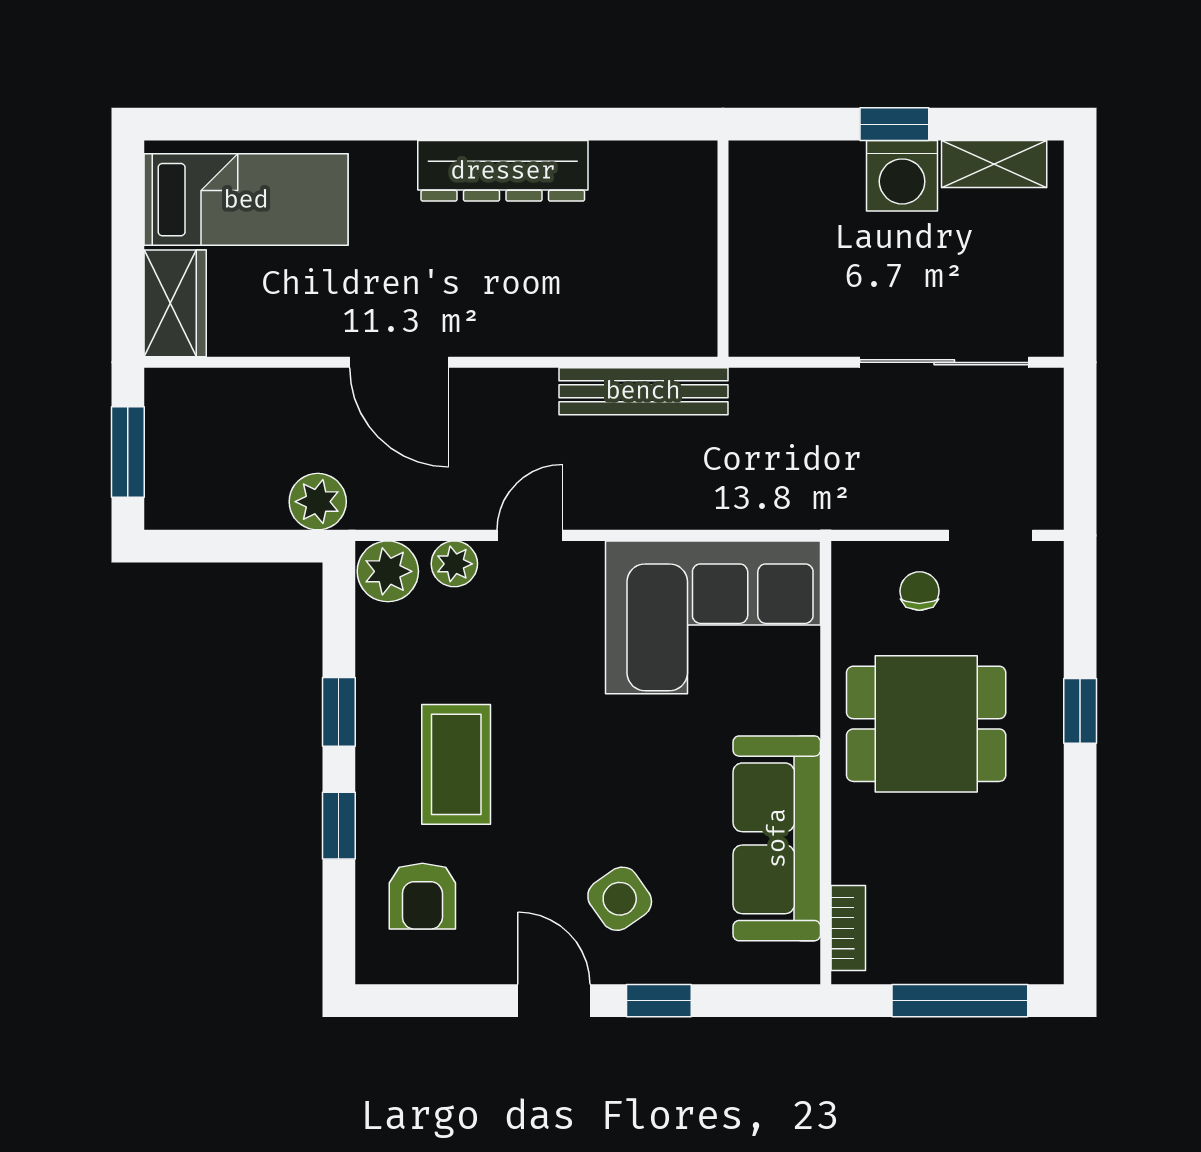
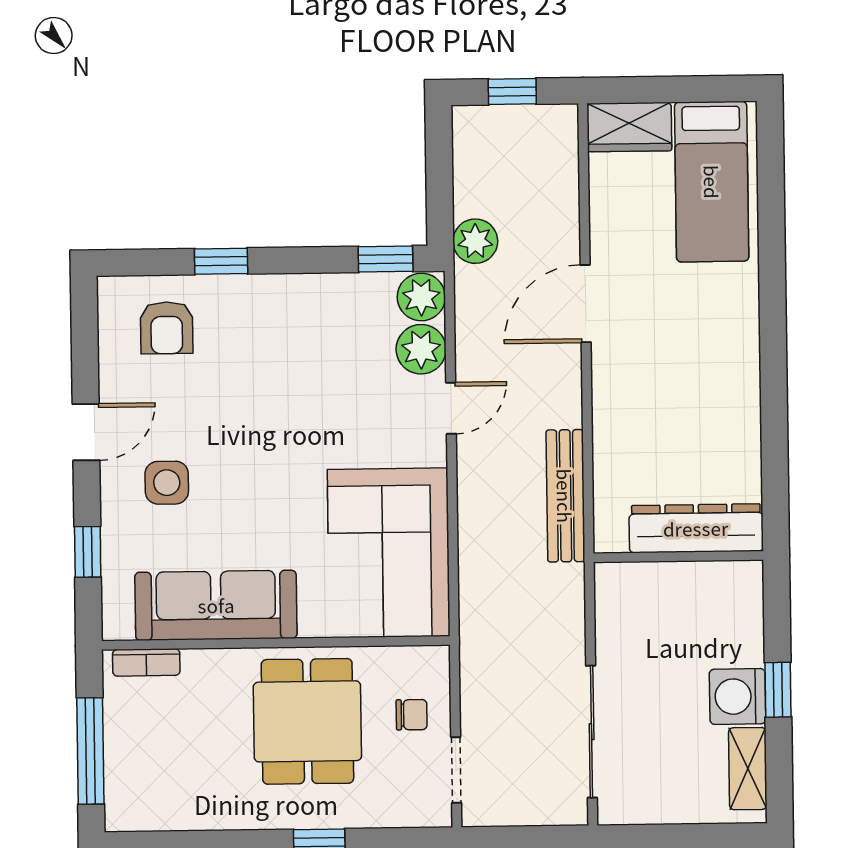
dresser: (503, 171) -> (696, 528), moved, turned 90
window: (128, 452) -> (512, 92), width x0.67
door: (530, 535) -> (451, 408), hinge flipped
plant: (454, 564) -> (421, 349), width x1.38, depth x1.38
window: (339, 712) -> (386, 259), moved
coffee table: (456, 764) -> (270, 353), removed
armchair: (422, 896) -> (167, 328), turned -90
side table: (620, 899) -> (167, 483), turned 35
window: (659, 1001) -> (88, 552), moved

